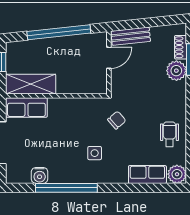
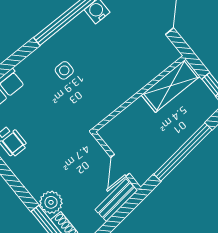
row of seats: (26, 107) -> (158, 62), removed
chair: (117, 120) -> (68, 116), removed

